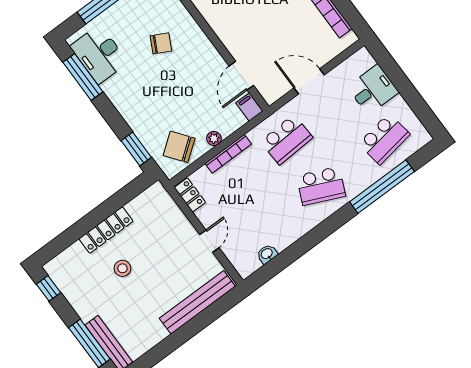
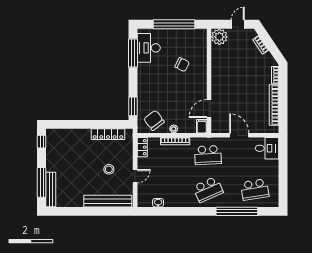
desk: (373, 90) -> (267, 148), moved
school desk: (321, 186) -> (208, 189), turned -48
locker: (106, 230) -> (108, 134), moved
stool: (122, 268) -> (109, 169), moved

